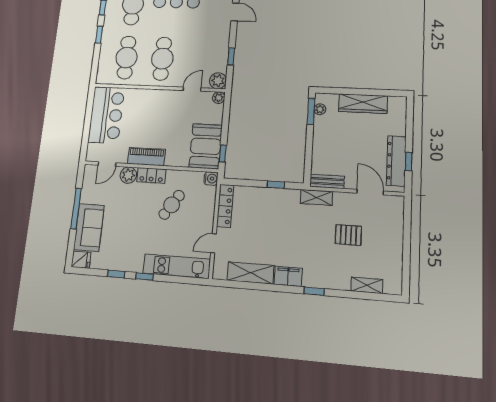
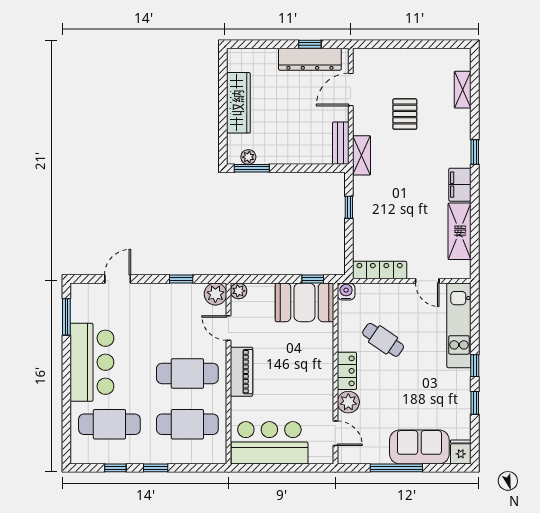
piano: (146, 157) -> (242, 372), moved, turned 180

